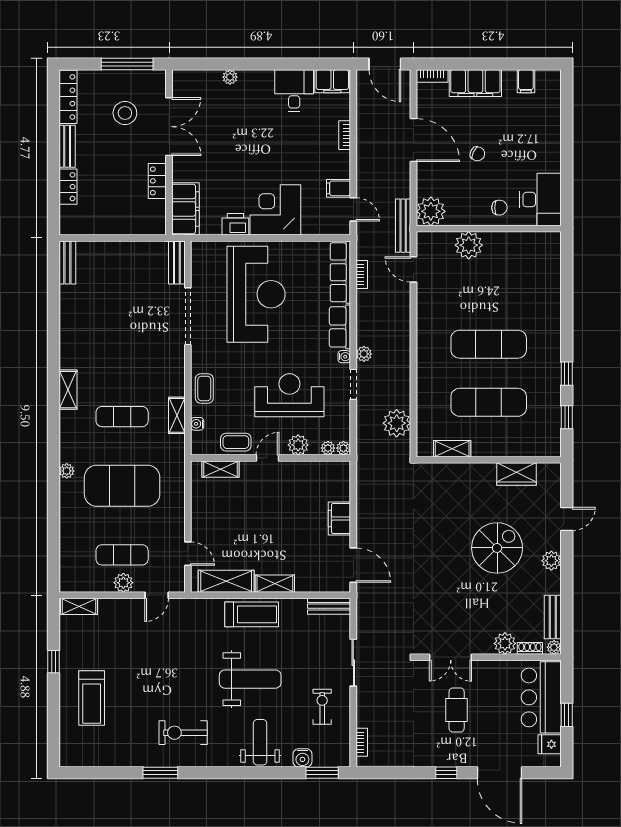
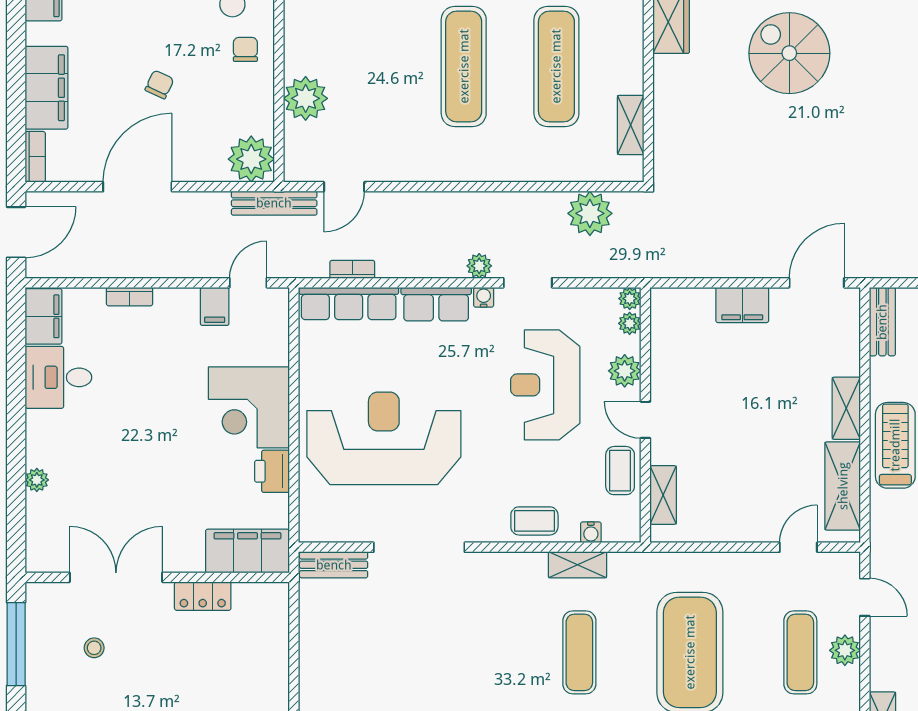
stool: (125, 113) -> (94, 648), width x0.53, depth x0.53

